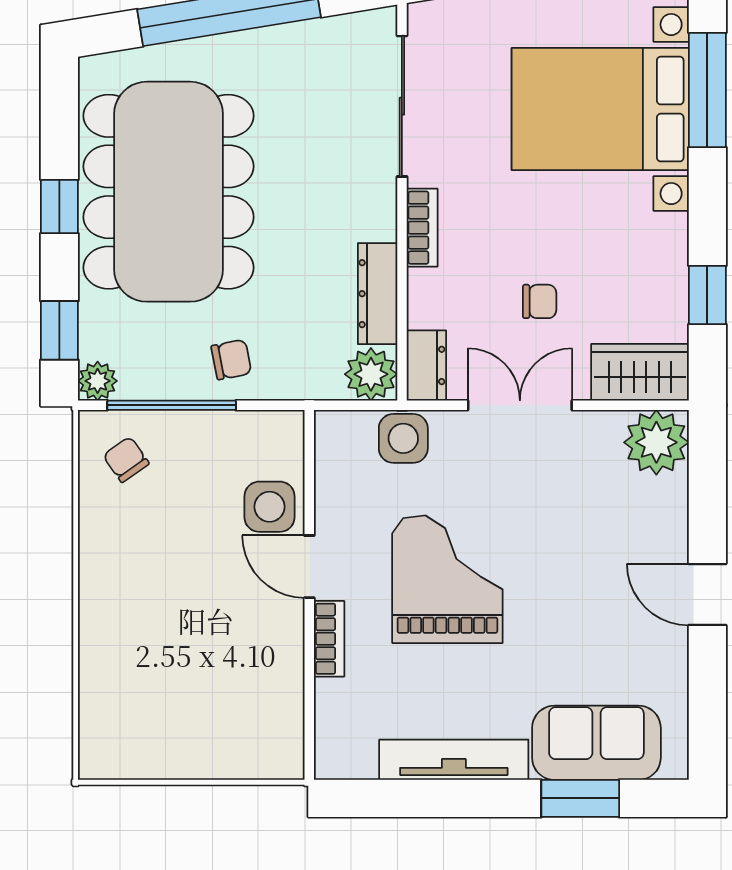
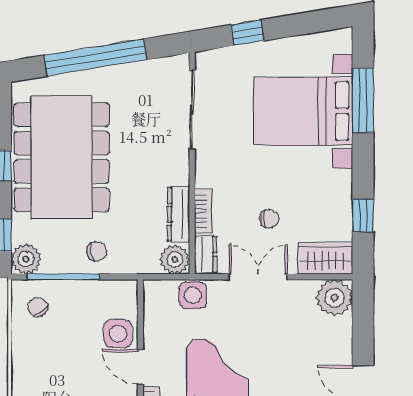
bookcase: (422, 228) -> (203, 211), moved
plant: (98, 381) -> (26, 259), width x1.38, depth x1.38

